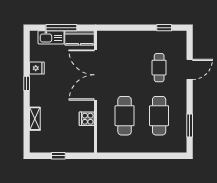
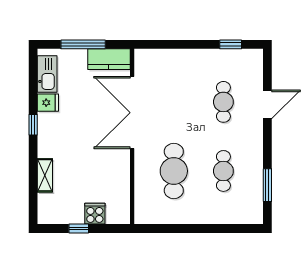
kitchen sink: (51, 37) -> (47, 74), moved, turned -90
cafe table: (159, 116) -> (223, 171), width x0.73, depth x0.74
cooker: (87, 119) -> (95, 214), moved, turned 90

